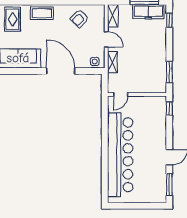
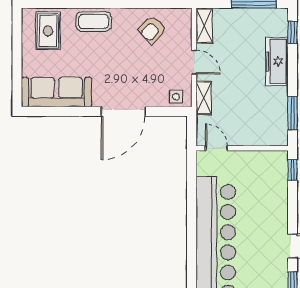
freezer: (148, 12) -> (277, 61), moved, turned 90
door: (61, 71) -> (123, 111), swing flipped
door: (121, 95) -> (217, 148), swing flipped

